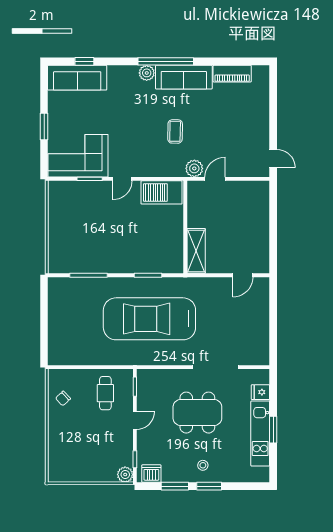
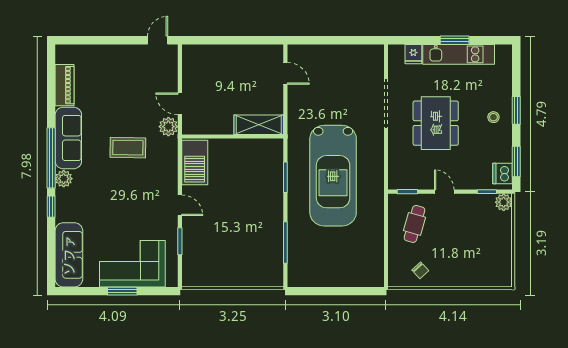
window: (84, 61) -> (51, 207), moved
coffee table: (175, 131) -> (128, 148), width x1.36, depth x1.30
corner sofa: (78, 156) -> (132, 264), moved, turned 90
cafe table: (105, 393) -> (415, 224), turned -74
window: (175, 486) -> (516, 161), moved

